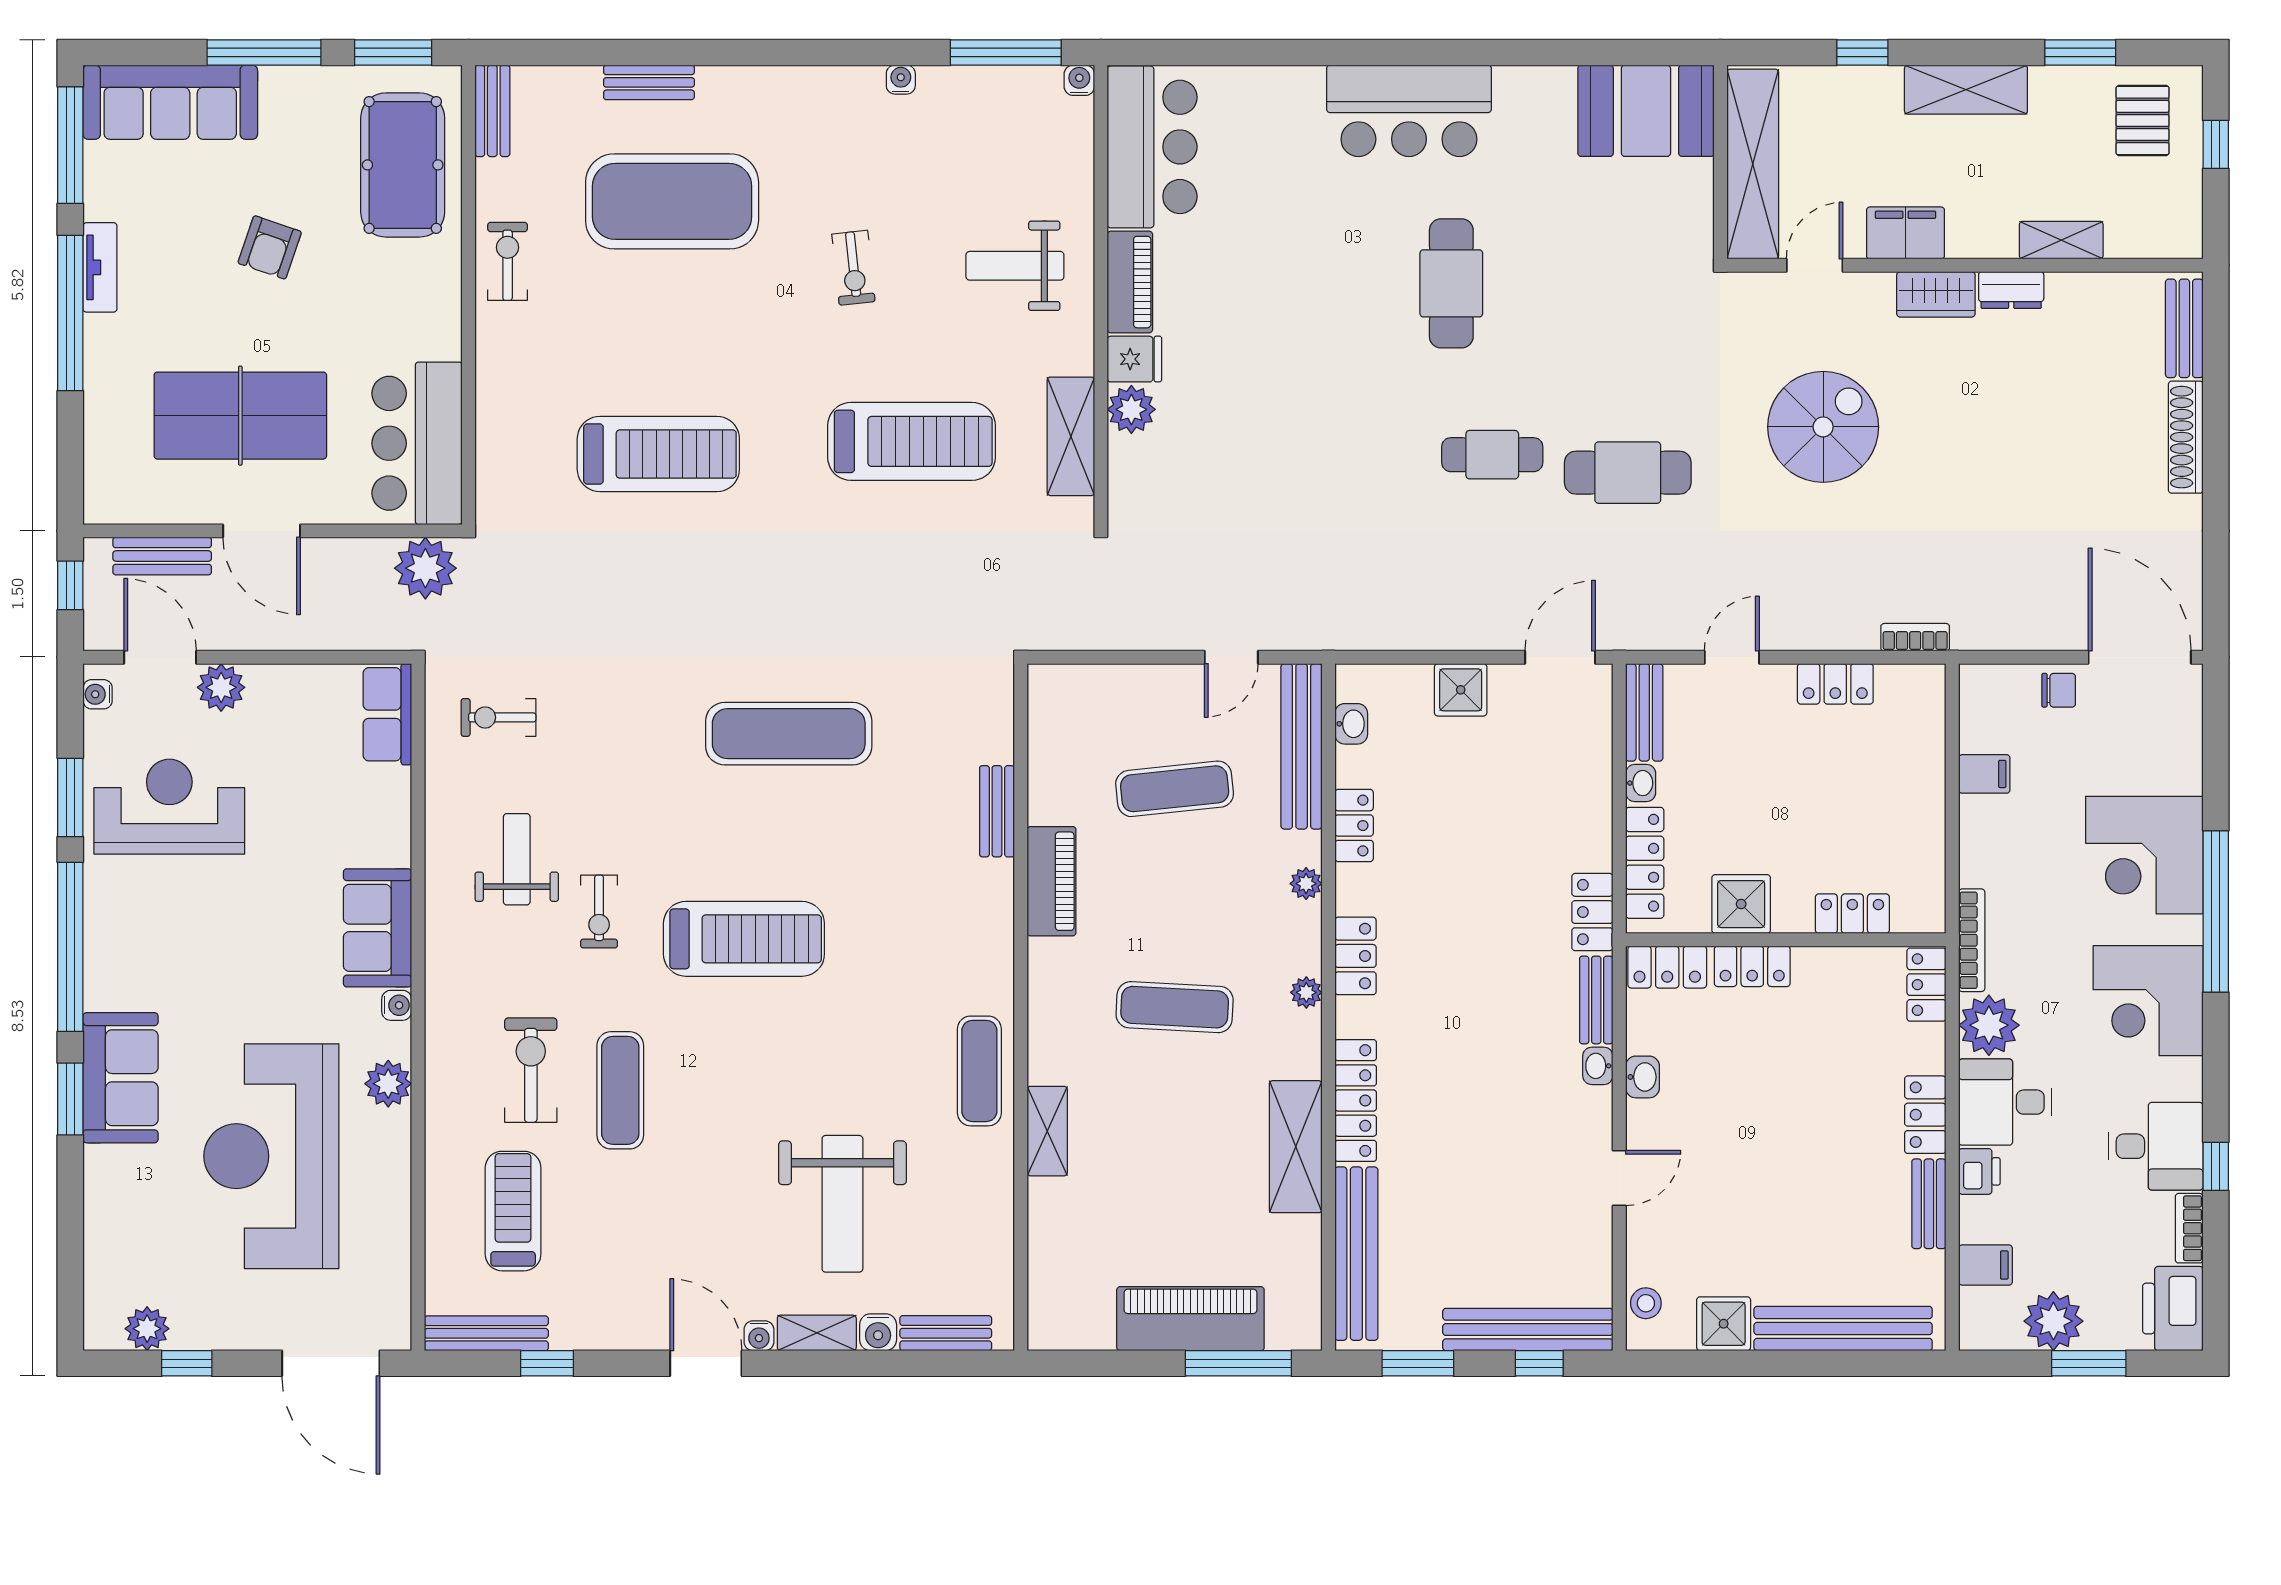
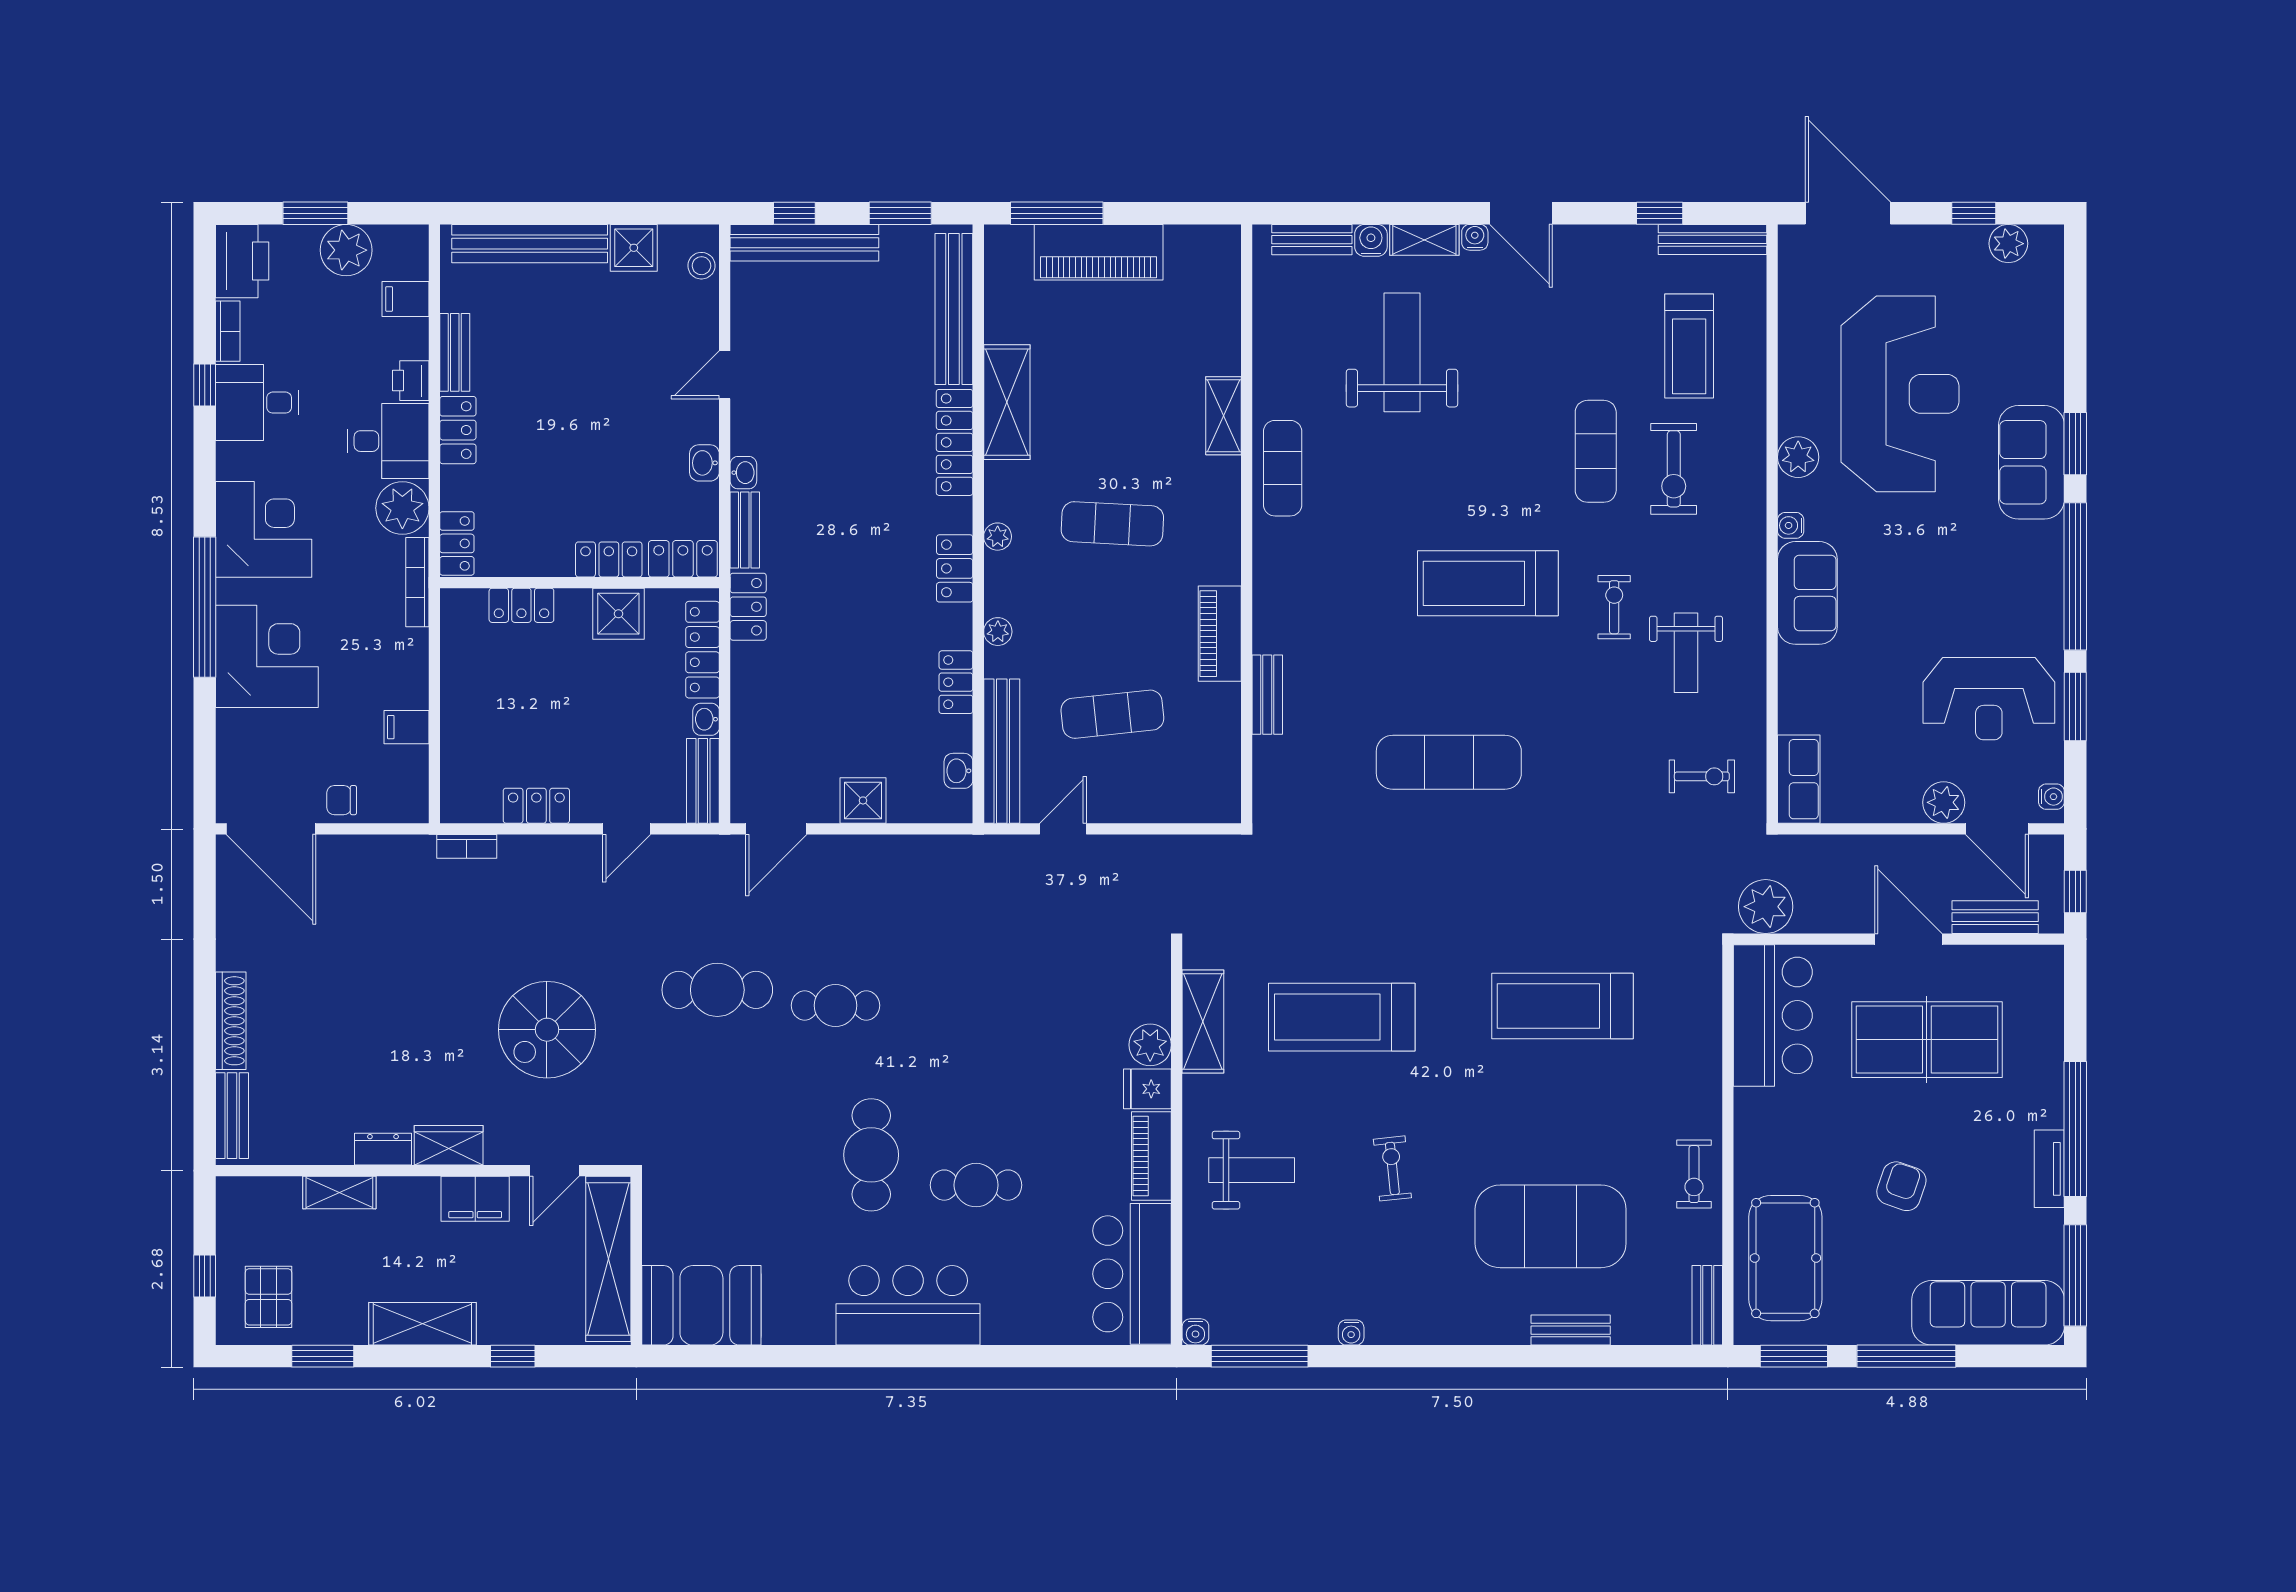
cafe table: (1331, 249) -> (976, 1185), added

